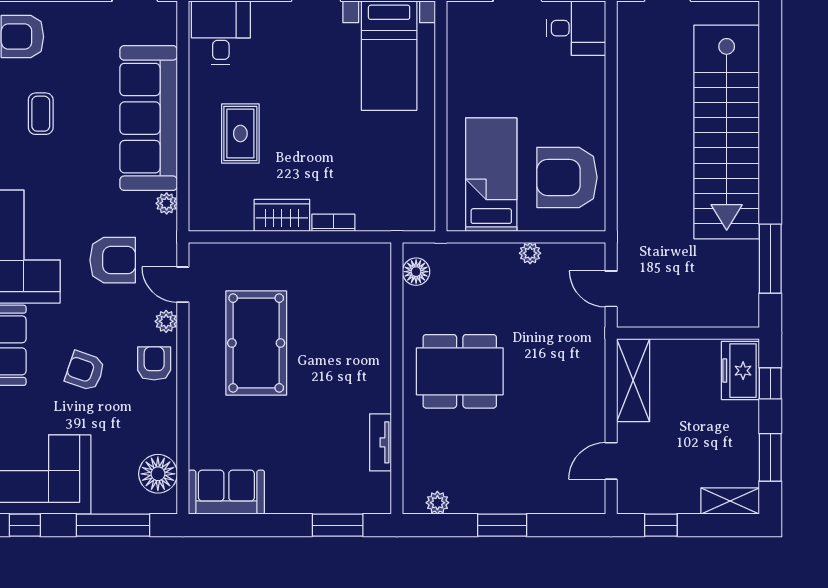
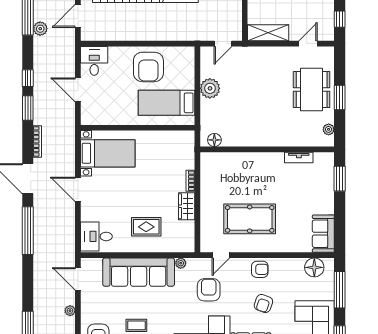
armchair: (567, 177) -> (148, 67), moved
plant: (530, 253) -> (210, 88), width x1.87, depth x1.87
plant: (166, 321) -> (239, 263), removed
armchair: (154, 363) -> (260, 269), turned 180
dining table: (460, 371) -> (312, 89), moved
door: (611, 461) -> (308, 44), swing flipped

